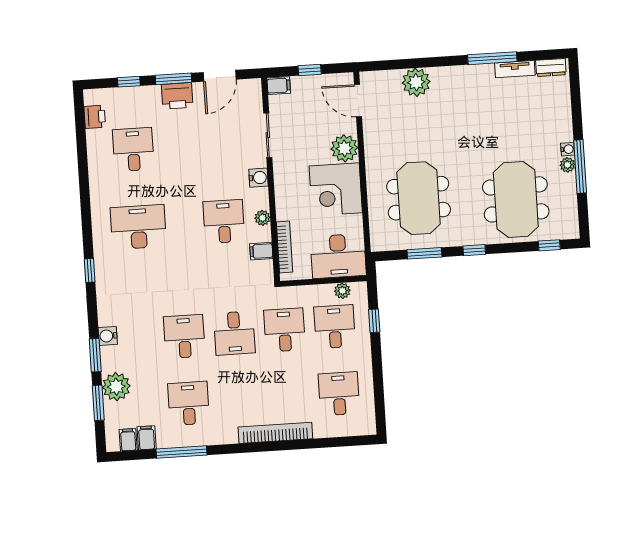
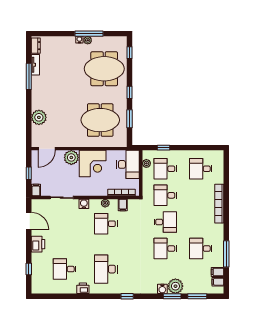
window: (174, 79) -> (29, 245), removed
printer: (95, 117) -> (83, 288), moved
plant: (116, 387) -> (175, 286), moved

